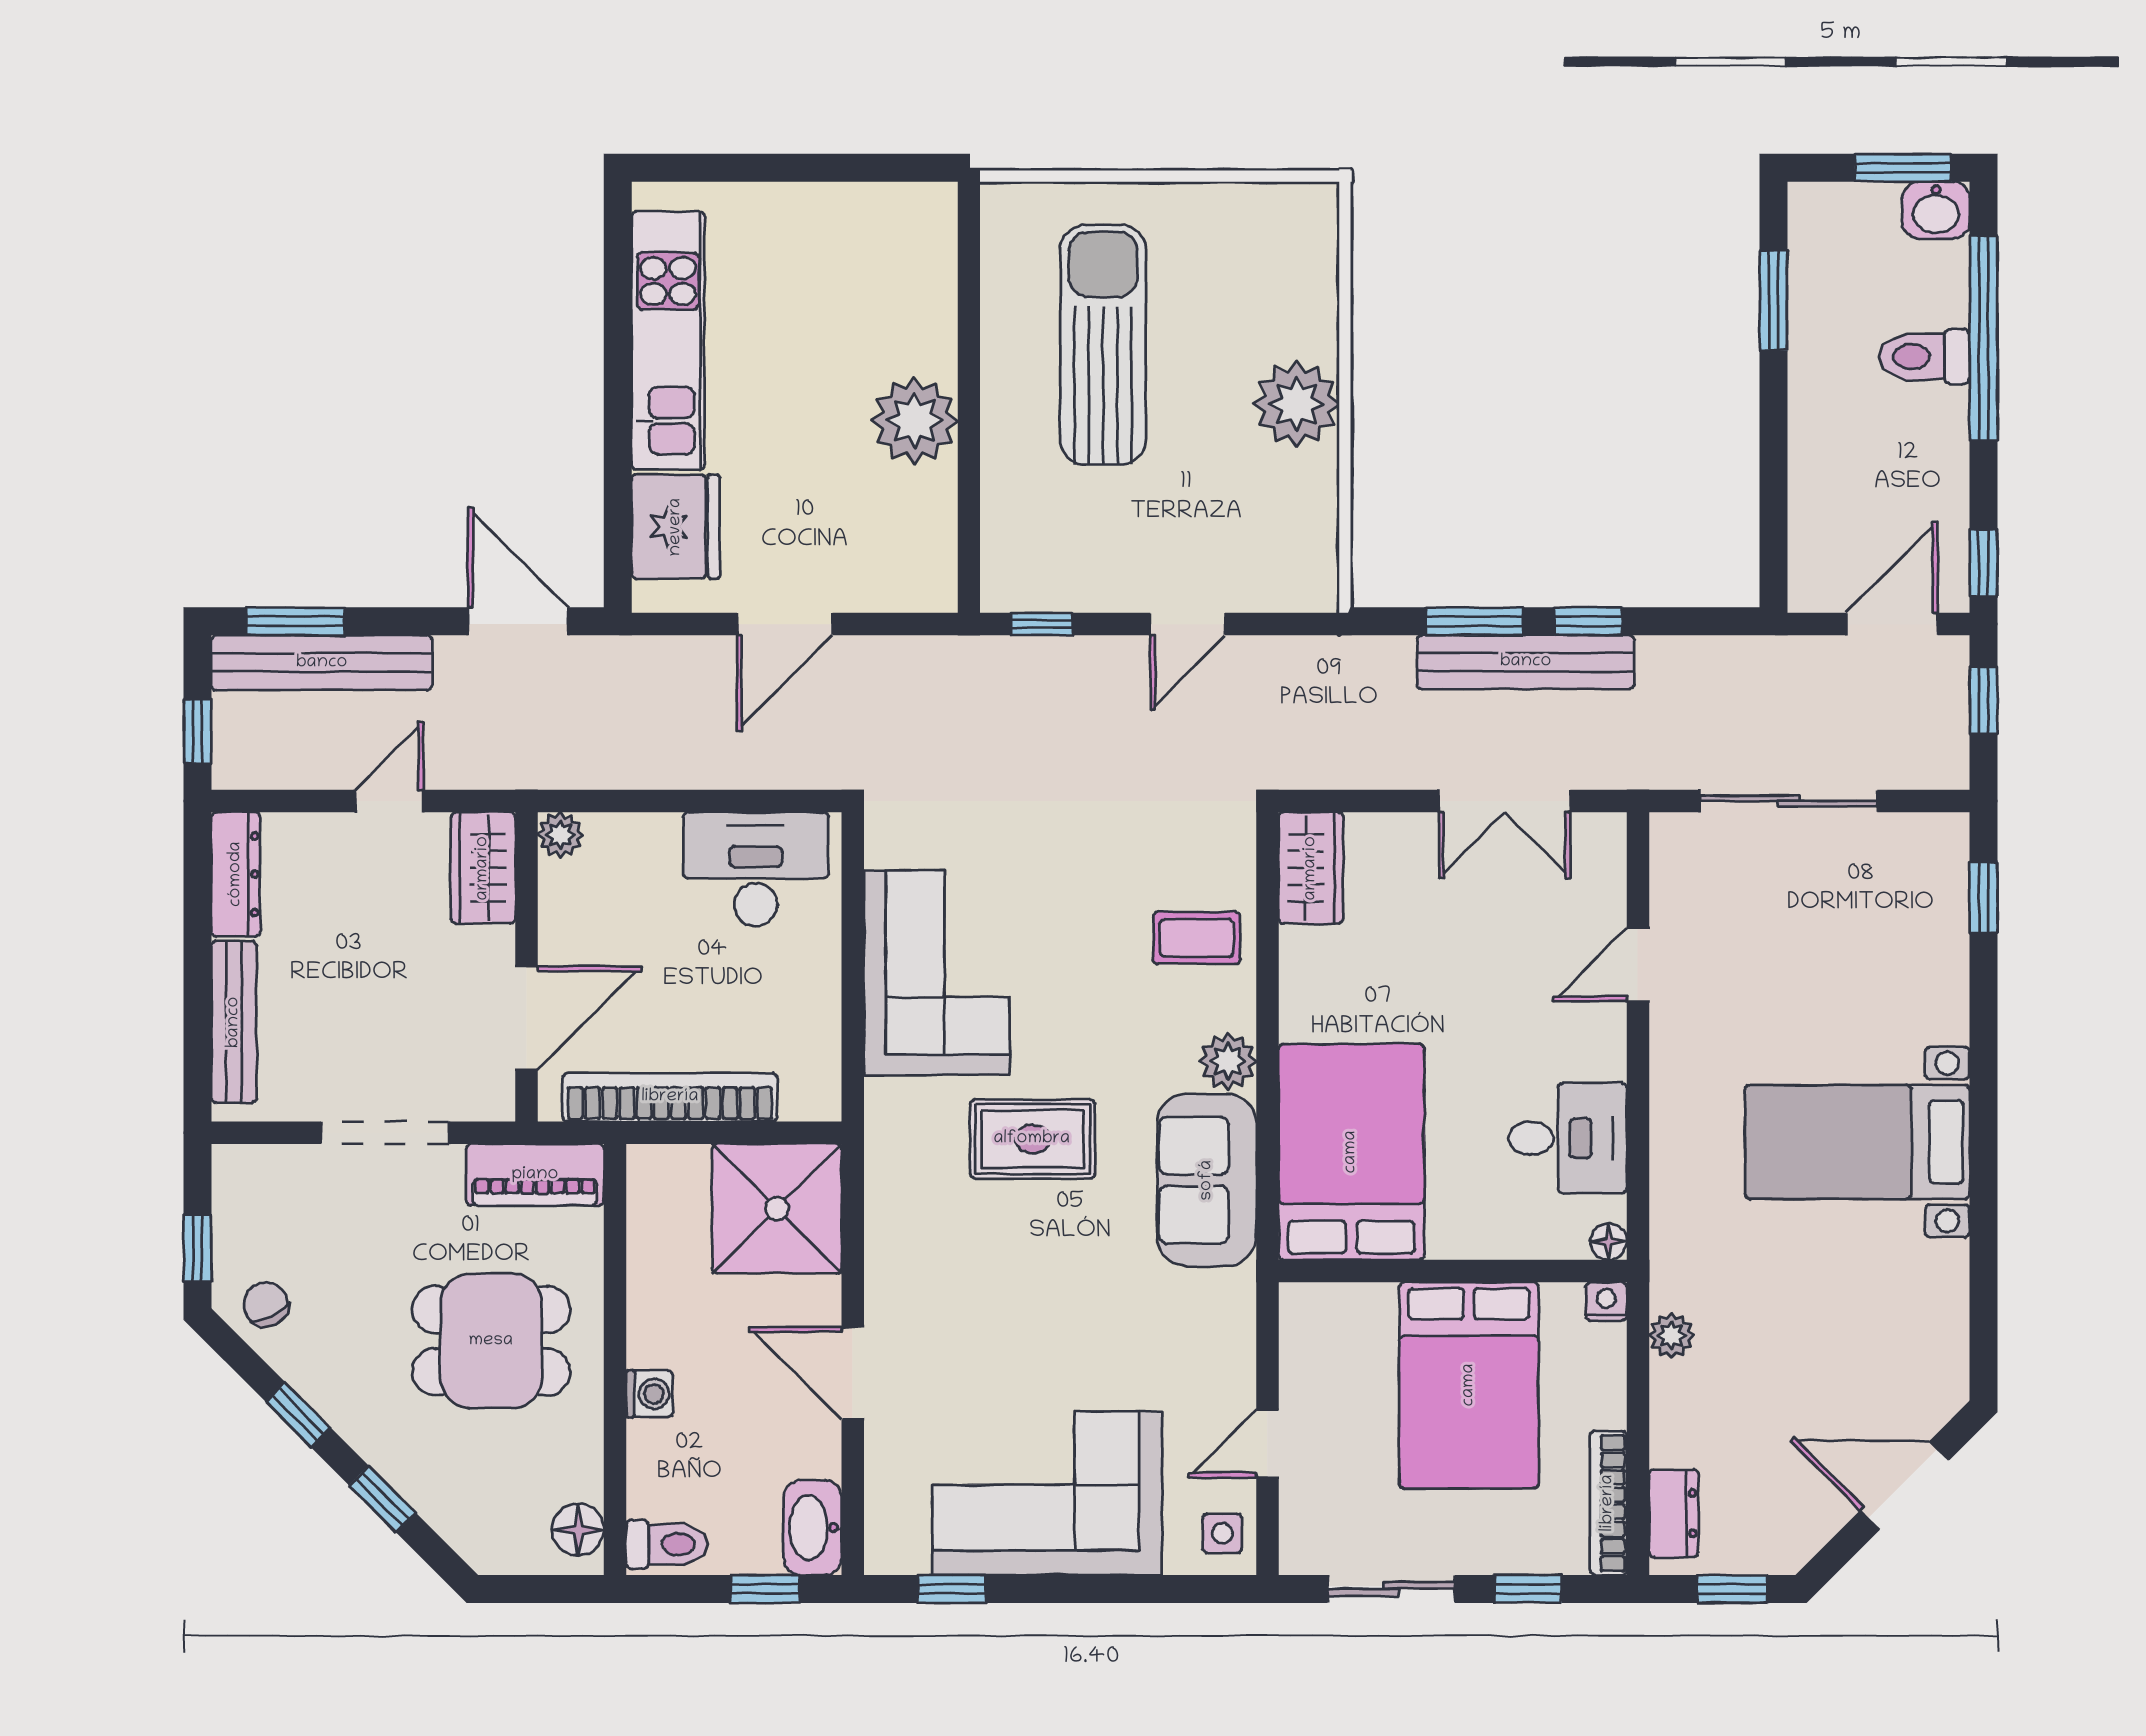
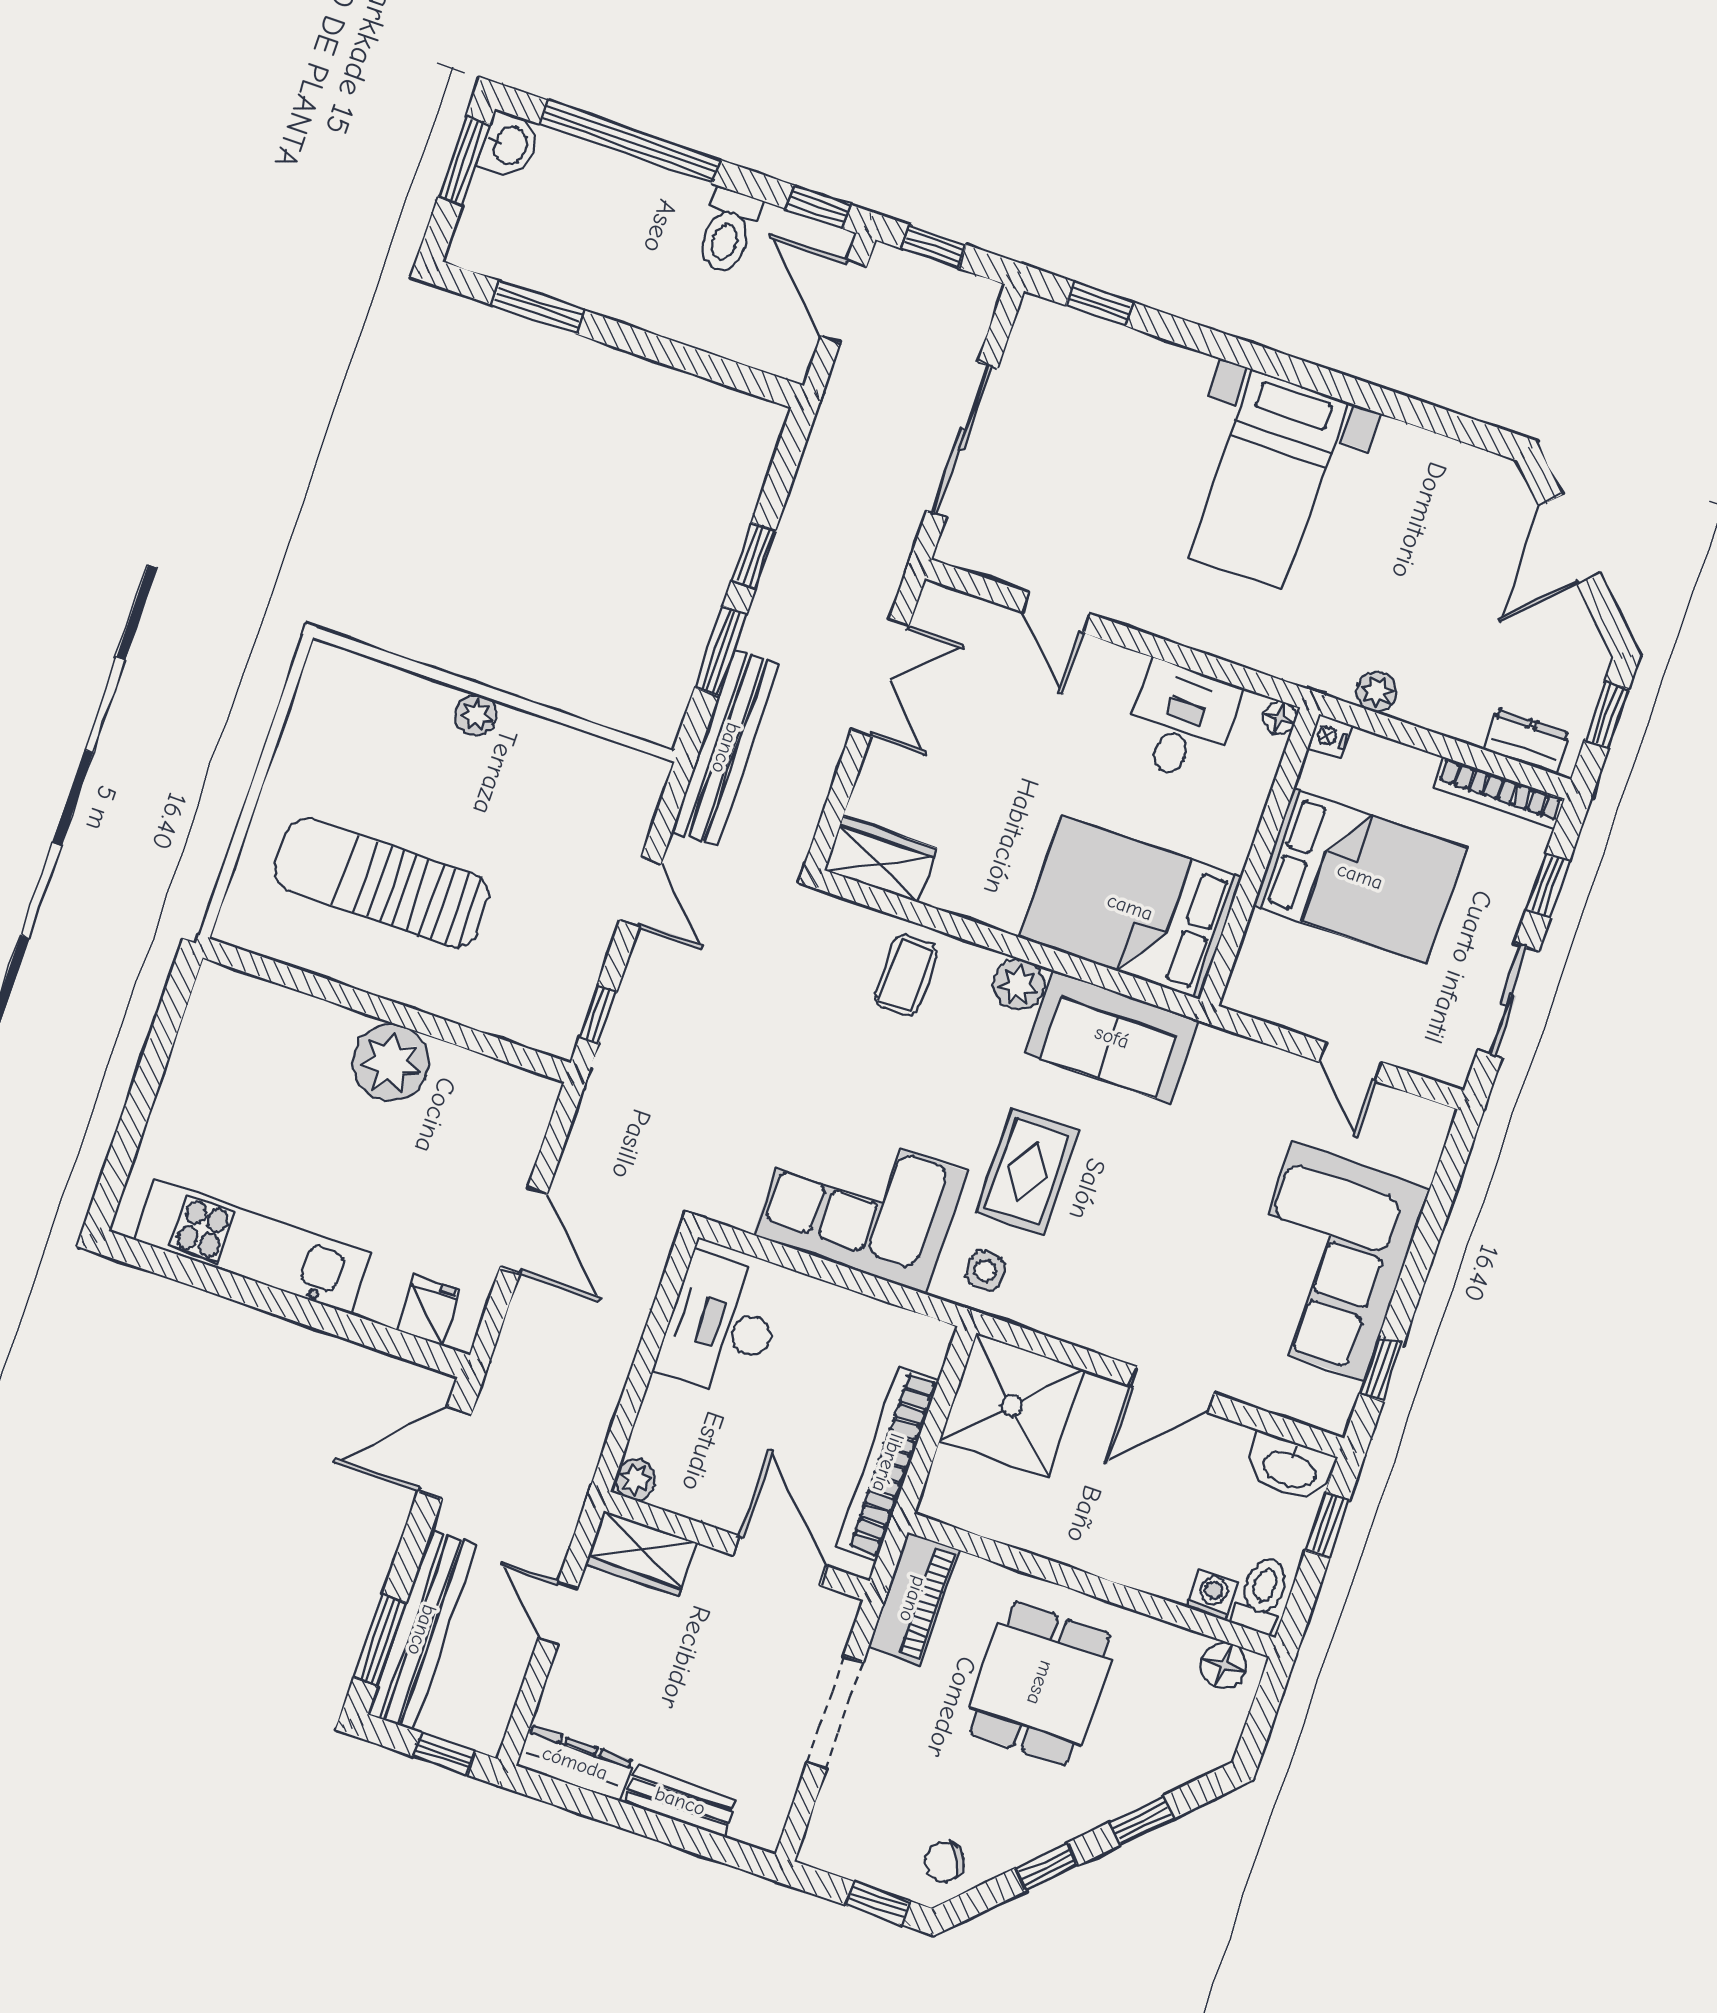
toilet: (1924, 357) -> (728, 231), moved
plant: (1297, 404) -> (476, 715), width x0.53, depth x0.53
fridge: (676, 527) -> (428, 1310), width x0.53, depth x0.75
bench: (1526, 662) -> (726, 748), moved
bench: (234, 1022) -> (680, 1801), width x0.73
washing machine: (649, 1394) -> (1213, 1594), moved
side table: (1222, 1533) -> (986, 1271), moved

